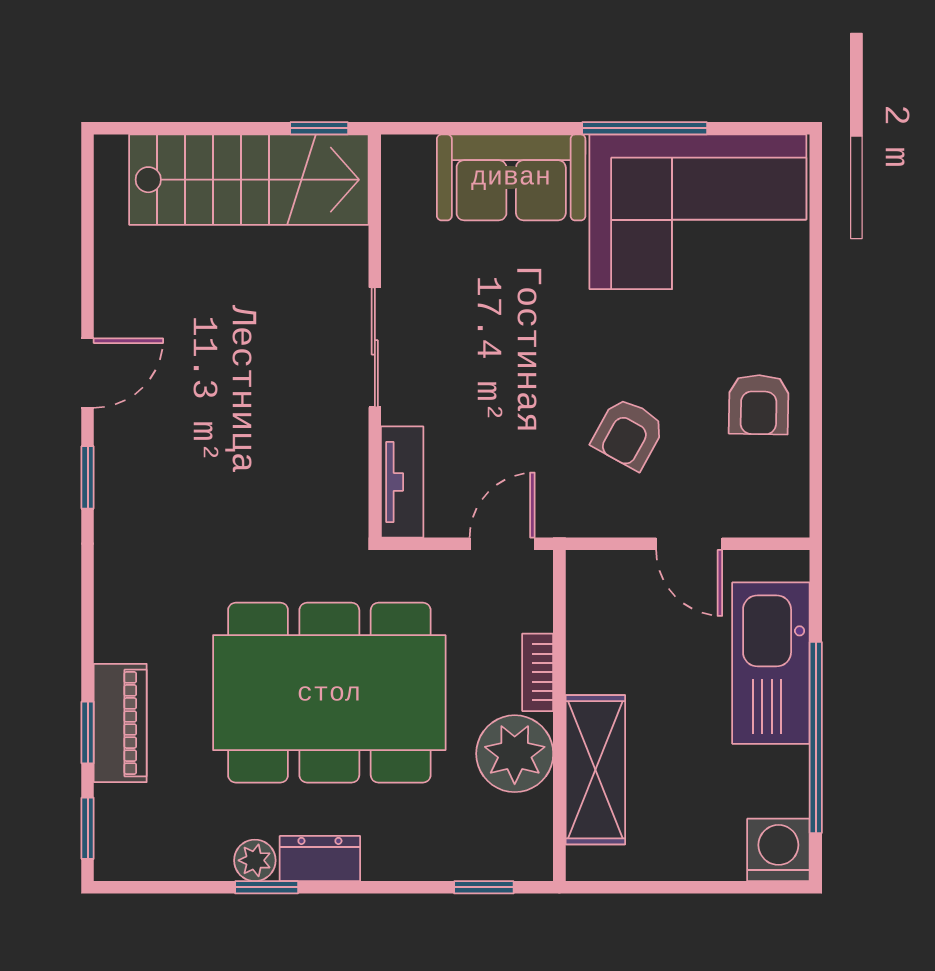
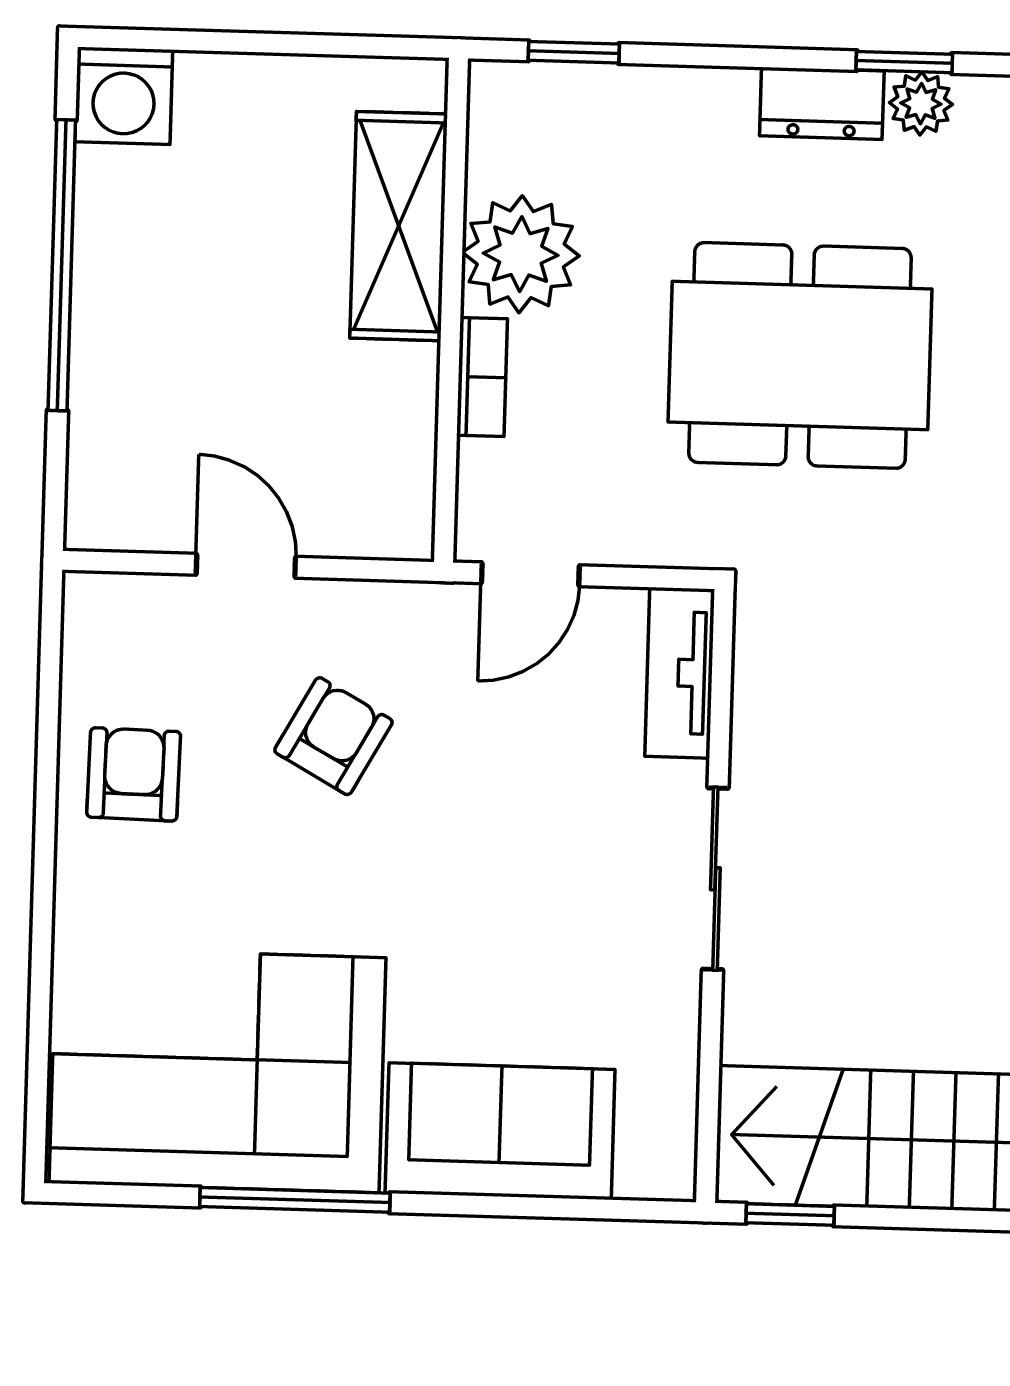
kitchen sink: (771, 663) -> (127, 380), removed
dining table: (329, 693) -> (800, 355), width x0.73, depth x0.80

